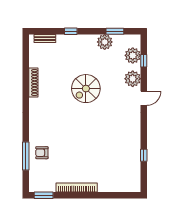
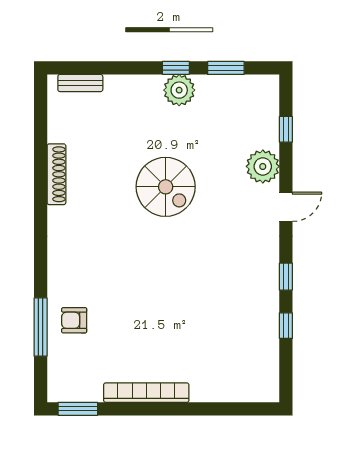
window: (71, 31) -> (176, 68), moved
plant: (105, 42) -> (179, 90), moved
plant: (133, 55) -> (263, 118), removed
spiral stairs: (86, 89) -> (166, 187), turned -90
window: (144, 132) -> (286, 277), added

